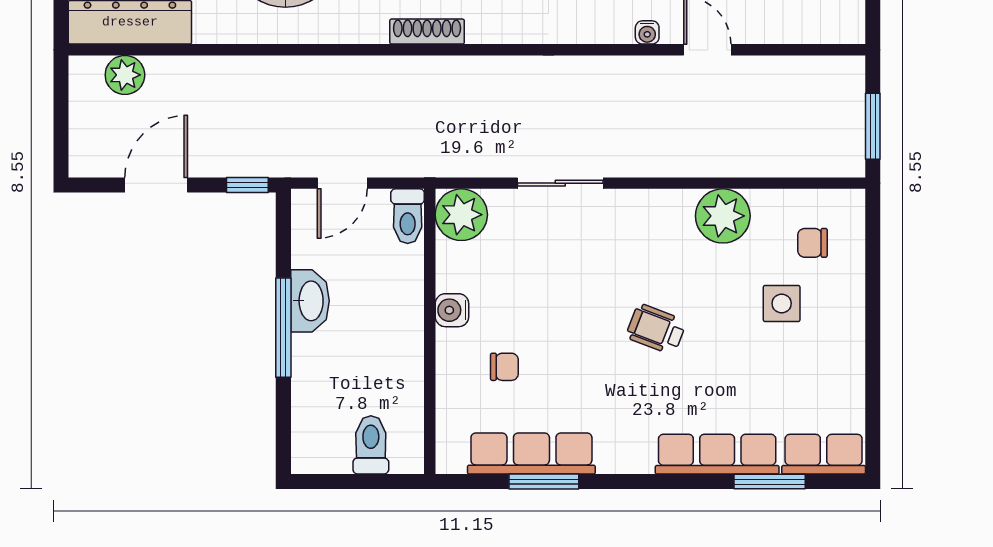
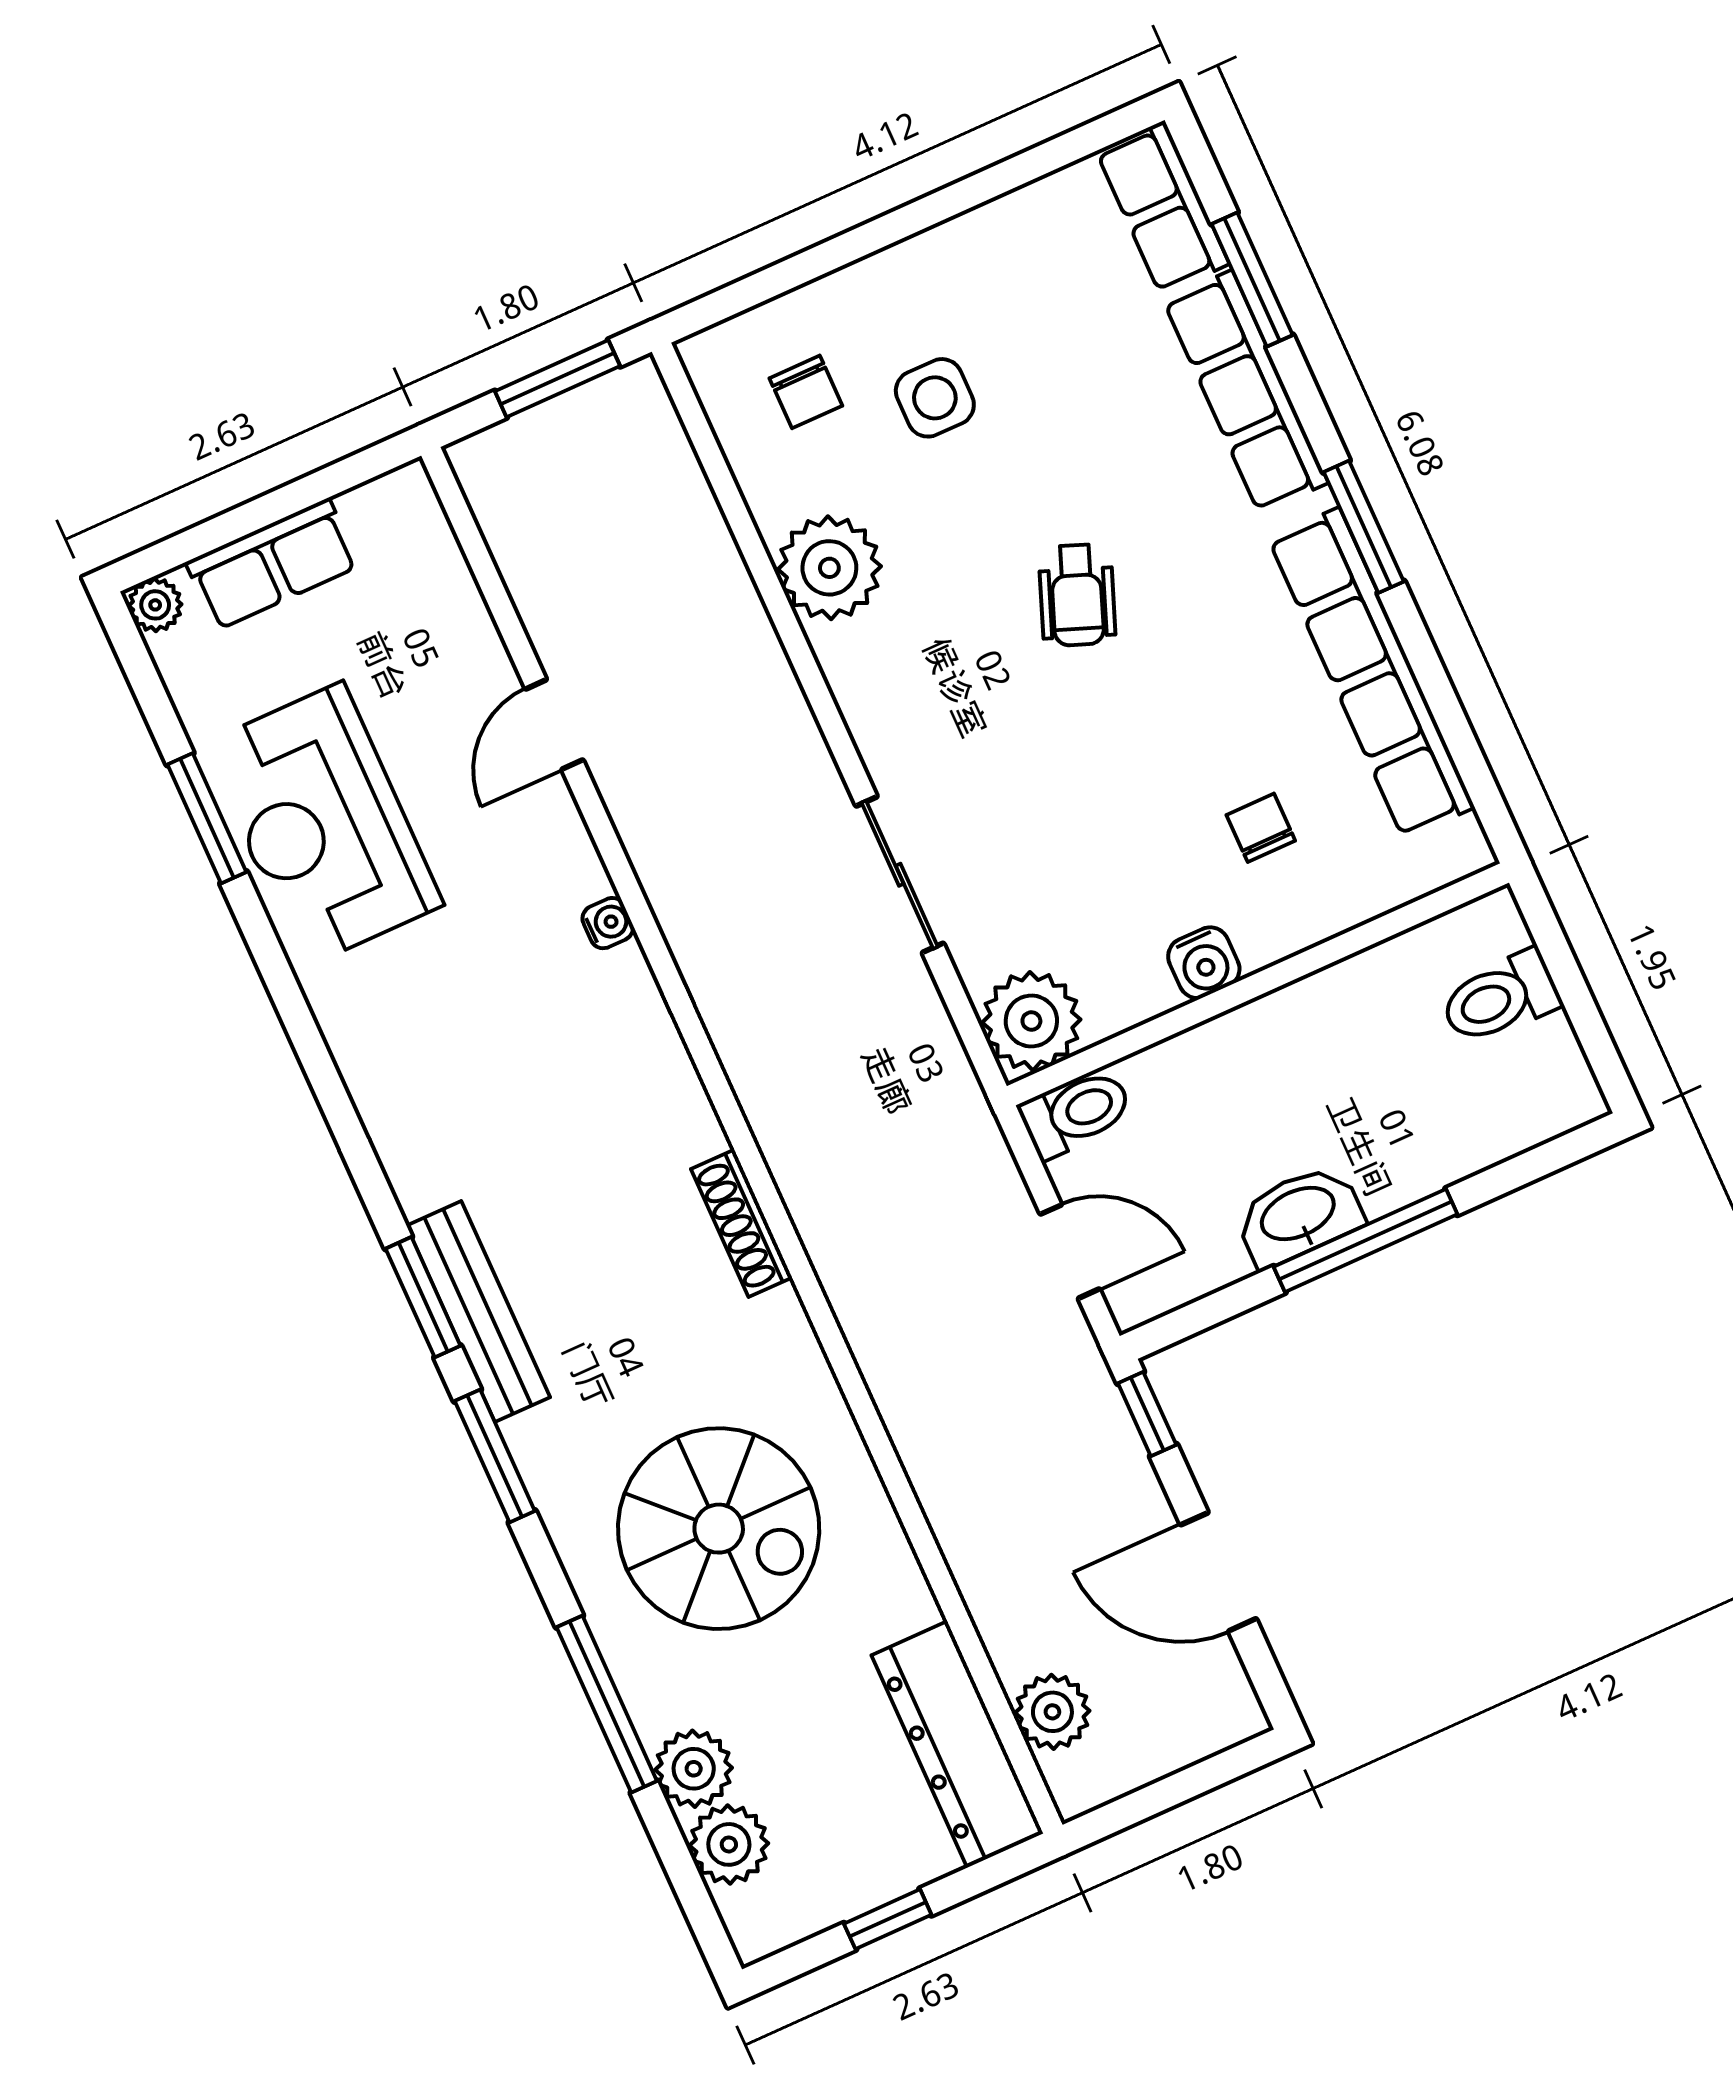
water cooler: (647, 32) -> (608, 923), moved
row of seats: (531, 453) -> (1371, 673), width x1.36
window: (544, 482) -> (1364, 527), moved

